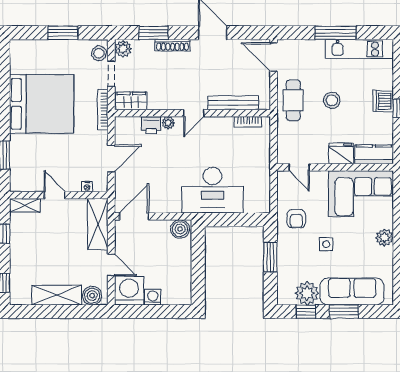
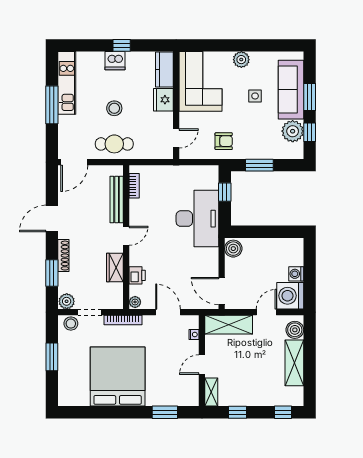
wardrobe: (131, 101) -> (115, 267), moved
door: (194, 113) -> (126, 236), hinge flipped
plant: (168, 123) -> (135, 302), moved
window: (241, 220) -> (225, 192), added
side table: (326, 244) -> (255, 96), moved

